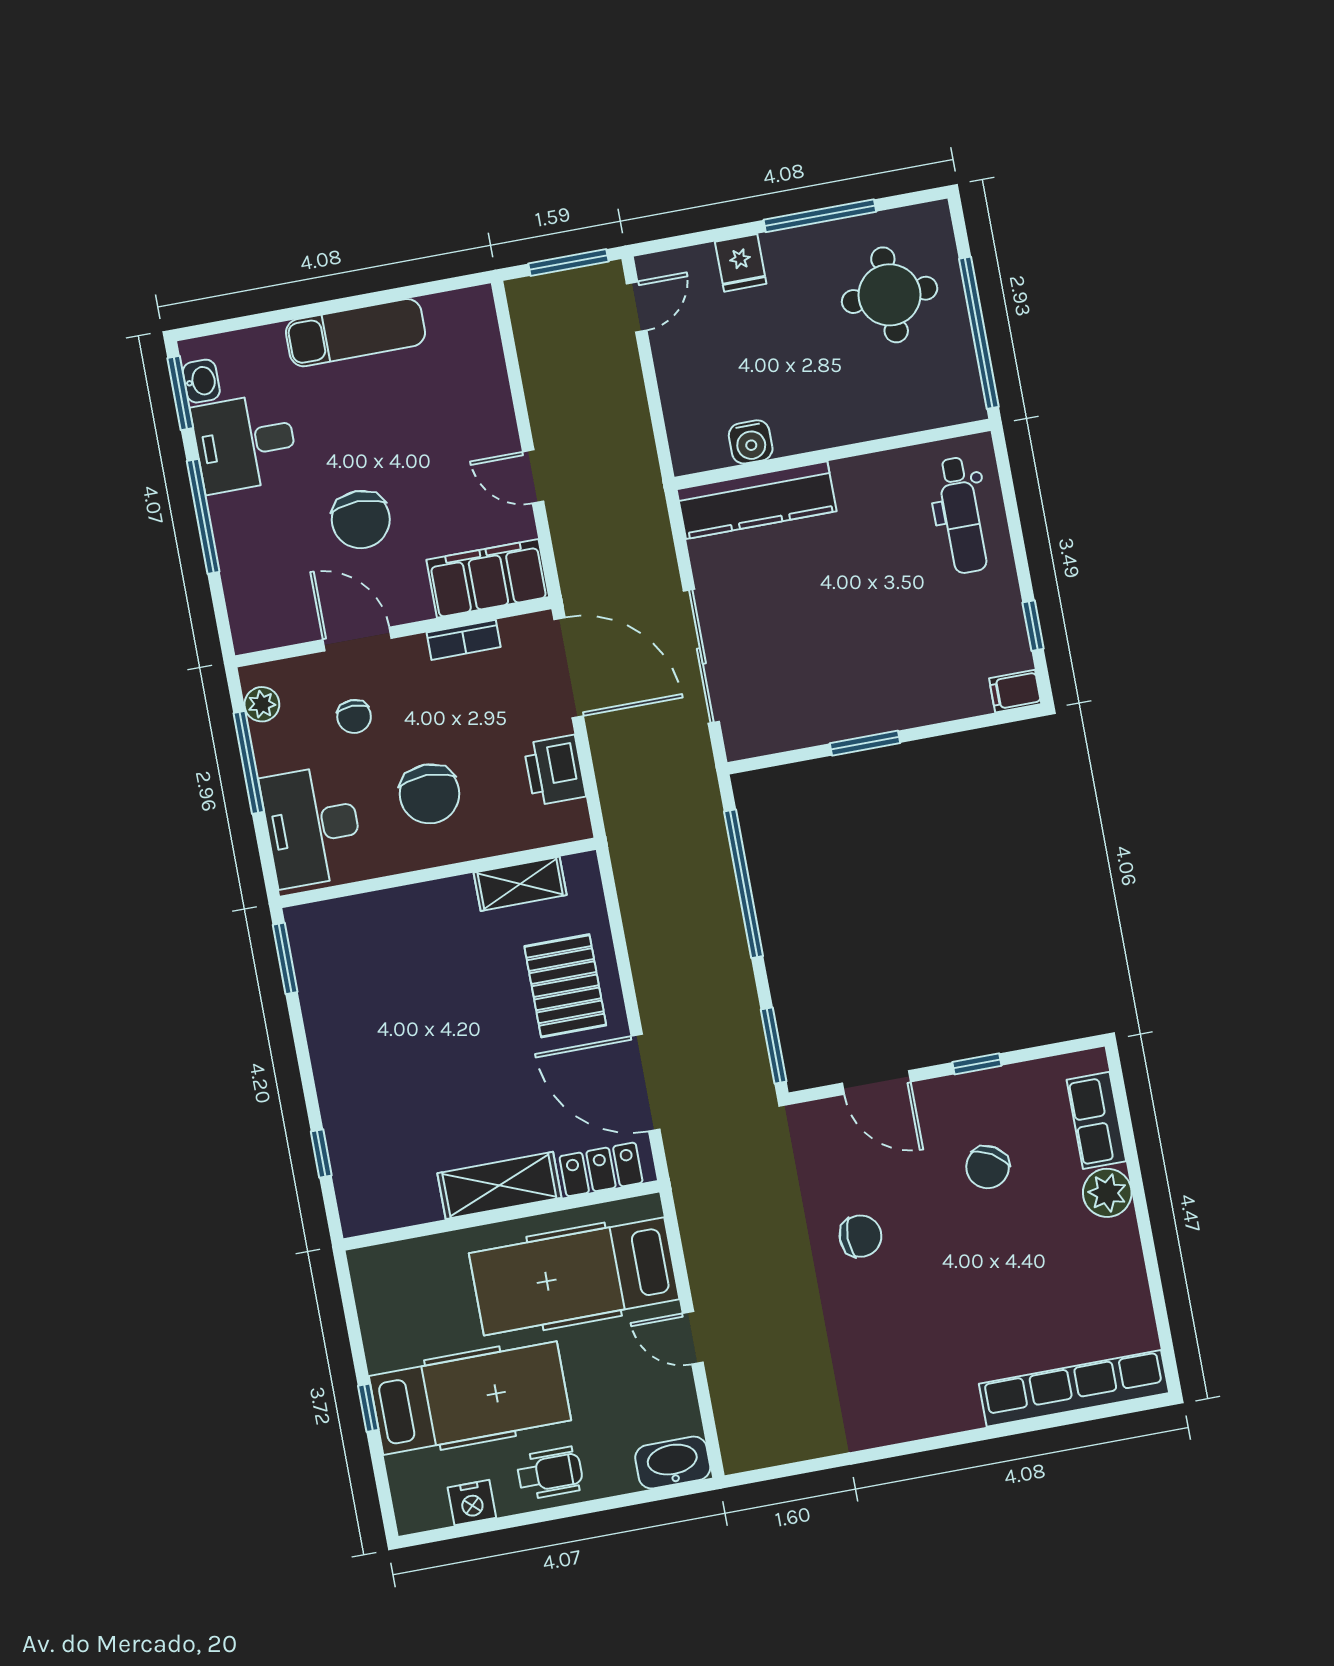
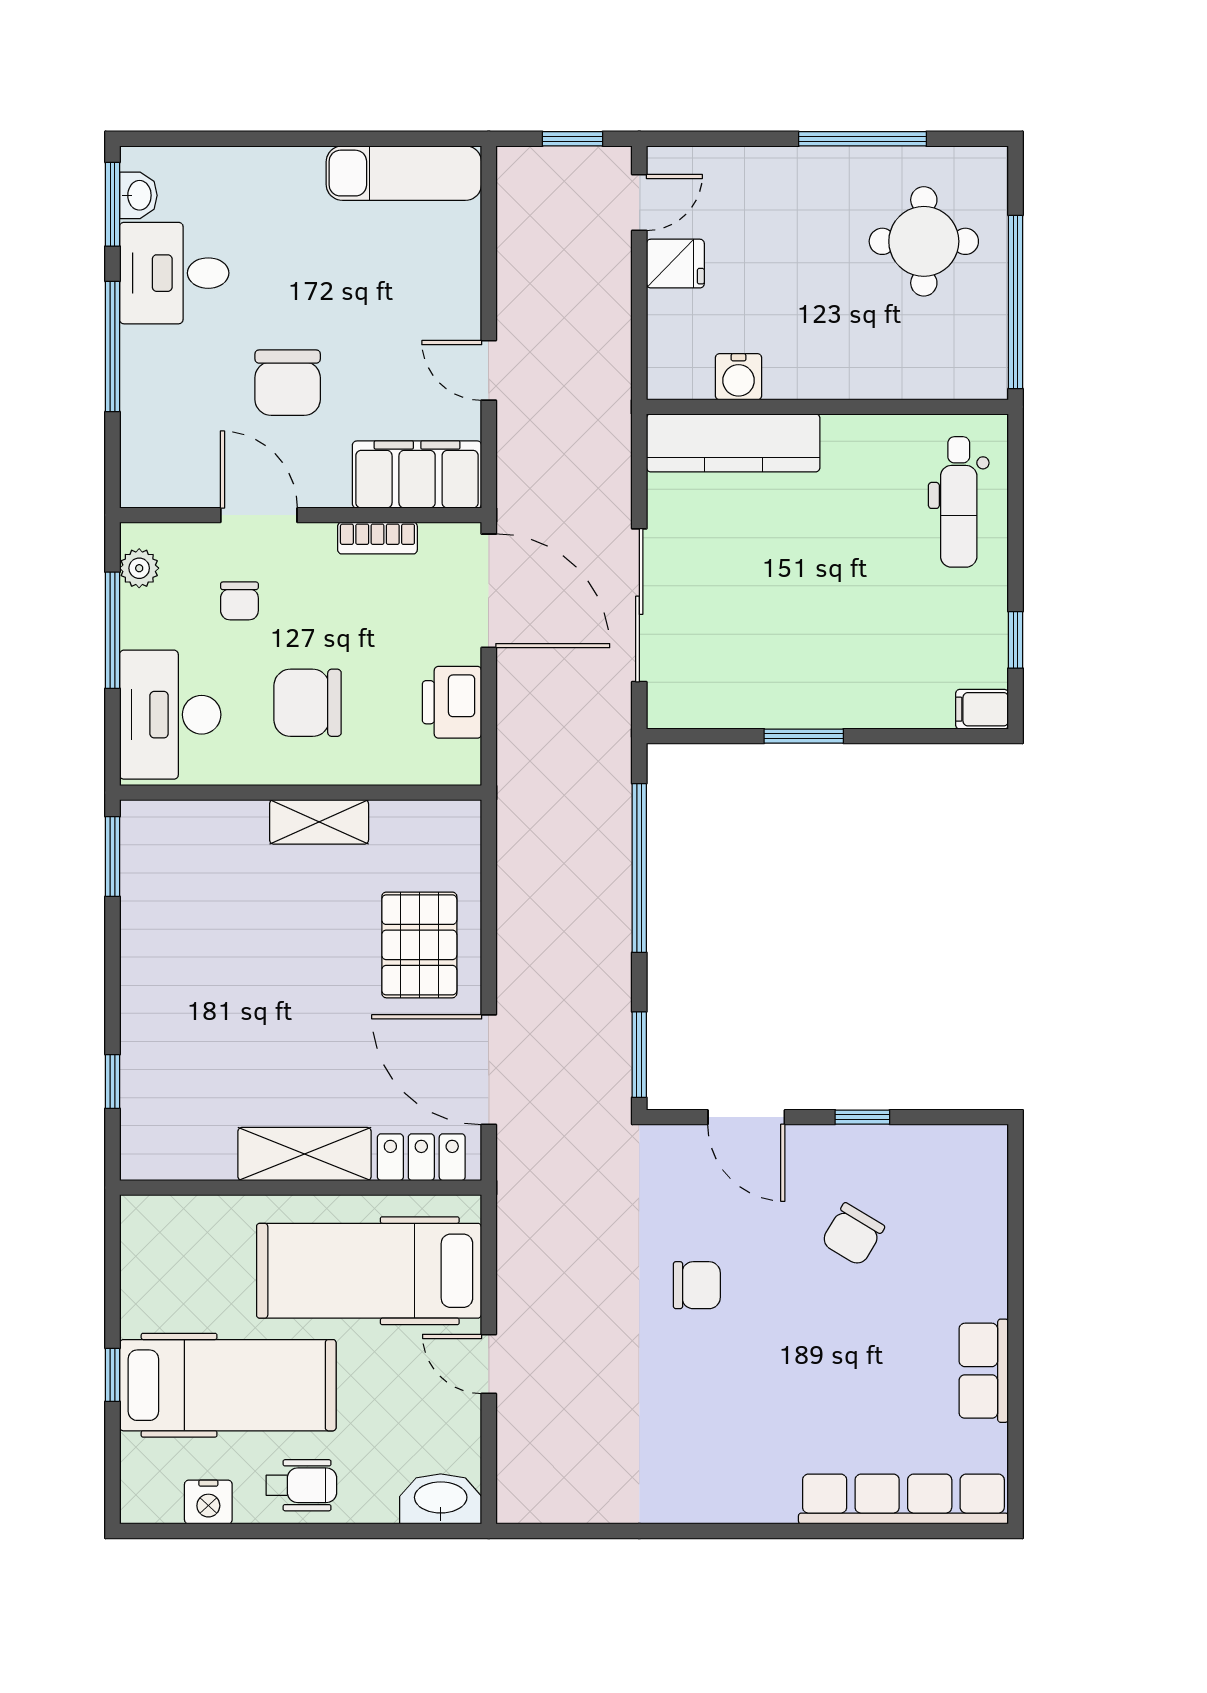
window: (568, 262) -> (572, 139), width x0.67
fridge: (741, 263) -> (675, 264), moved, turned -90
exam couch: (355, 333) -> (404, 173), moved
chair: (429, 794) -> (308, 703), turned 90
shelving: (520, 884) -> (319, 822), moved
row of seats: (1096, 1120) -> (984, 1371), moved
plant: (1107, 1193) -> (981, 1288), removed

